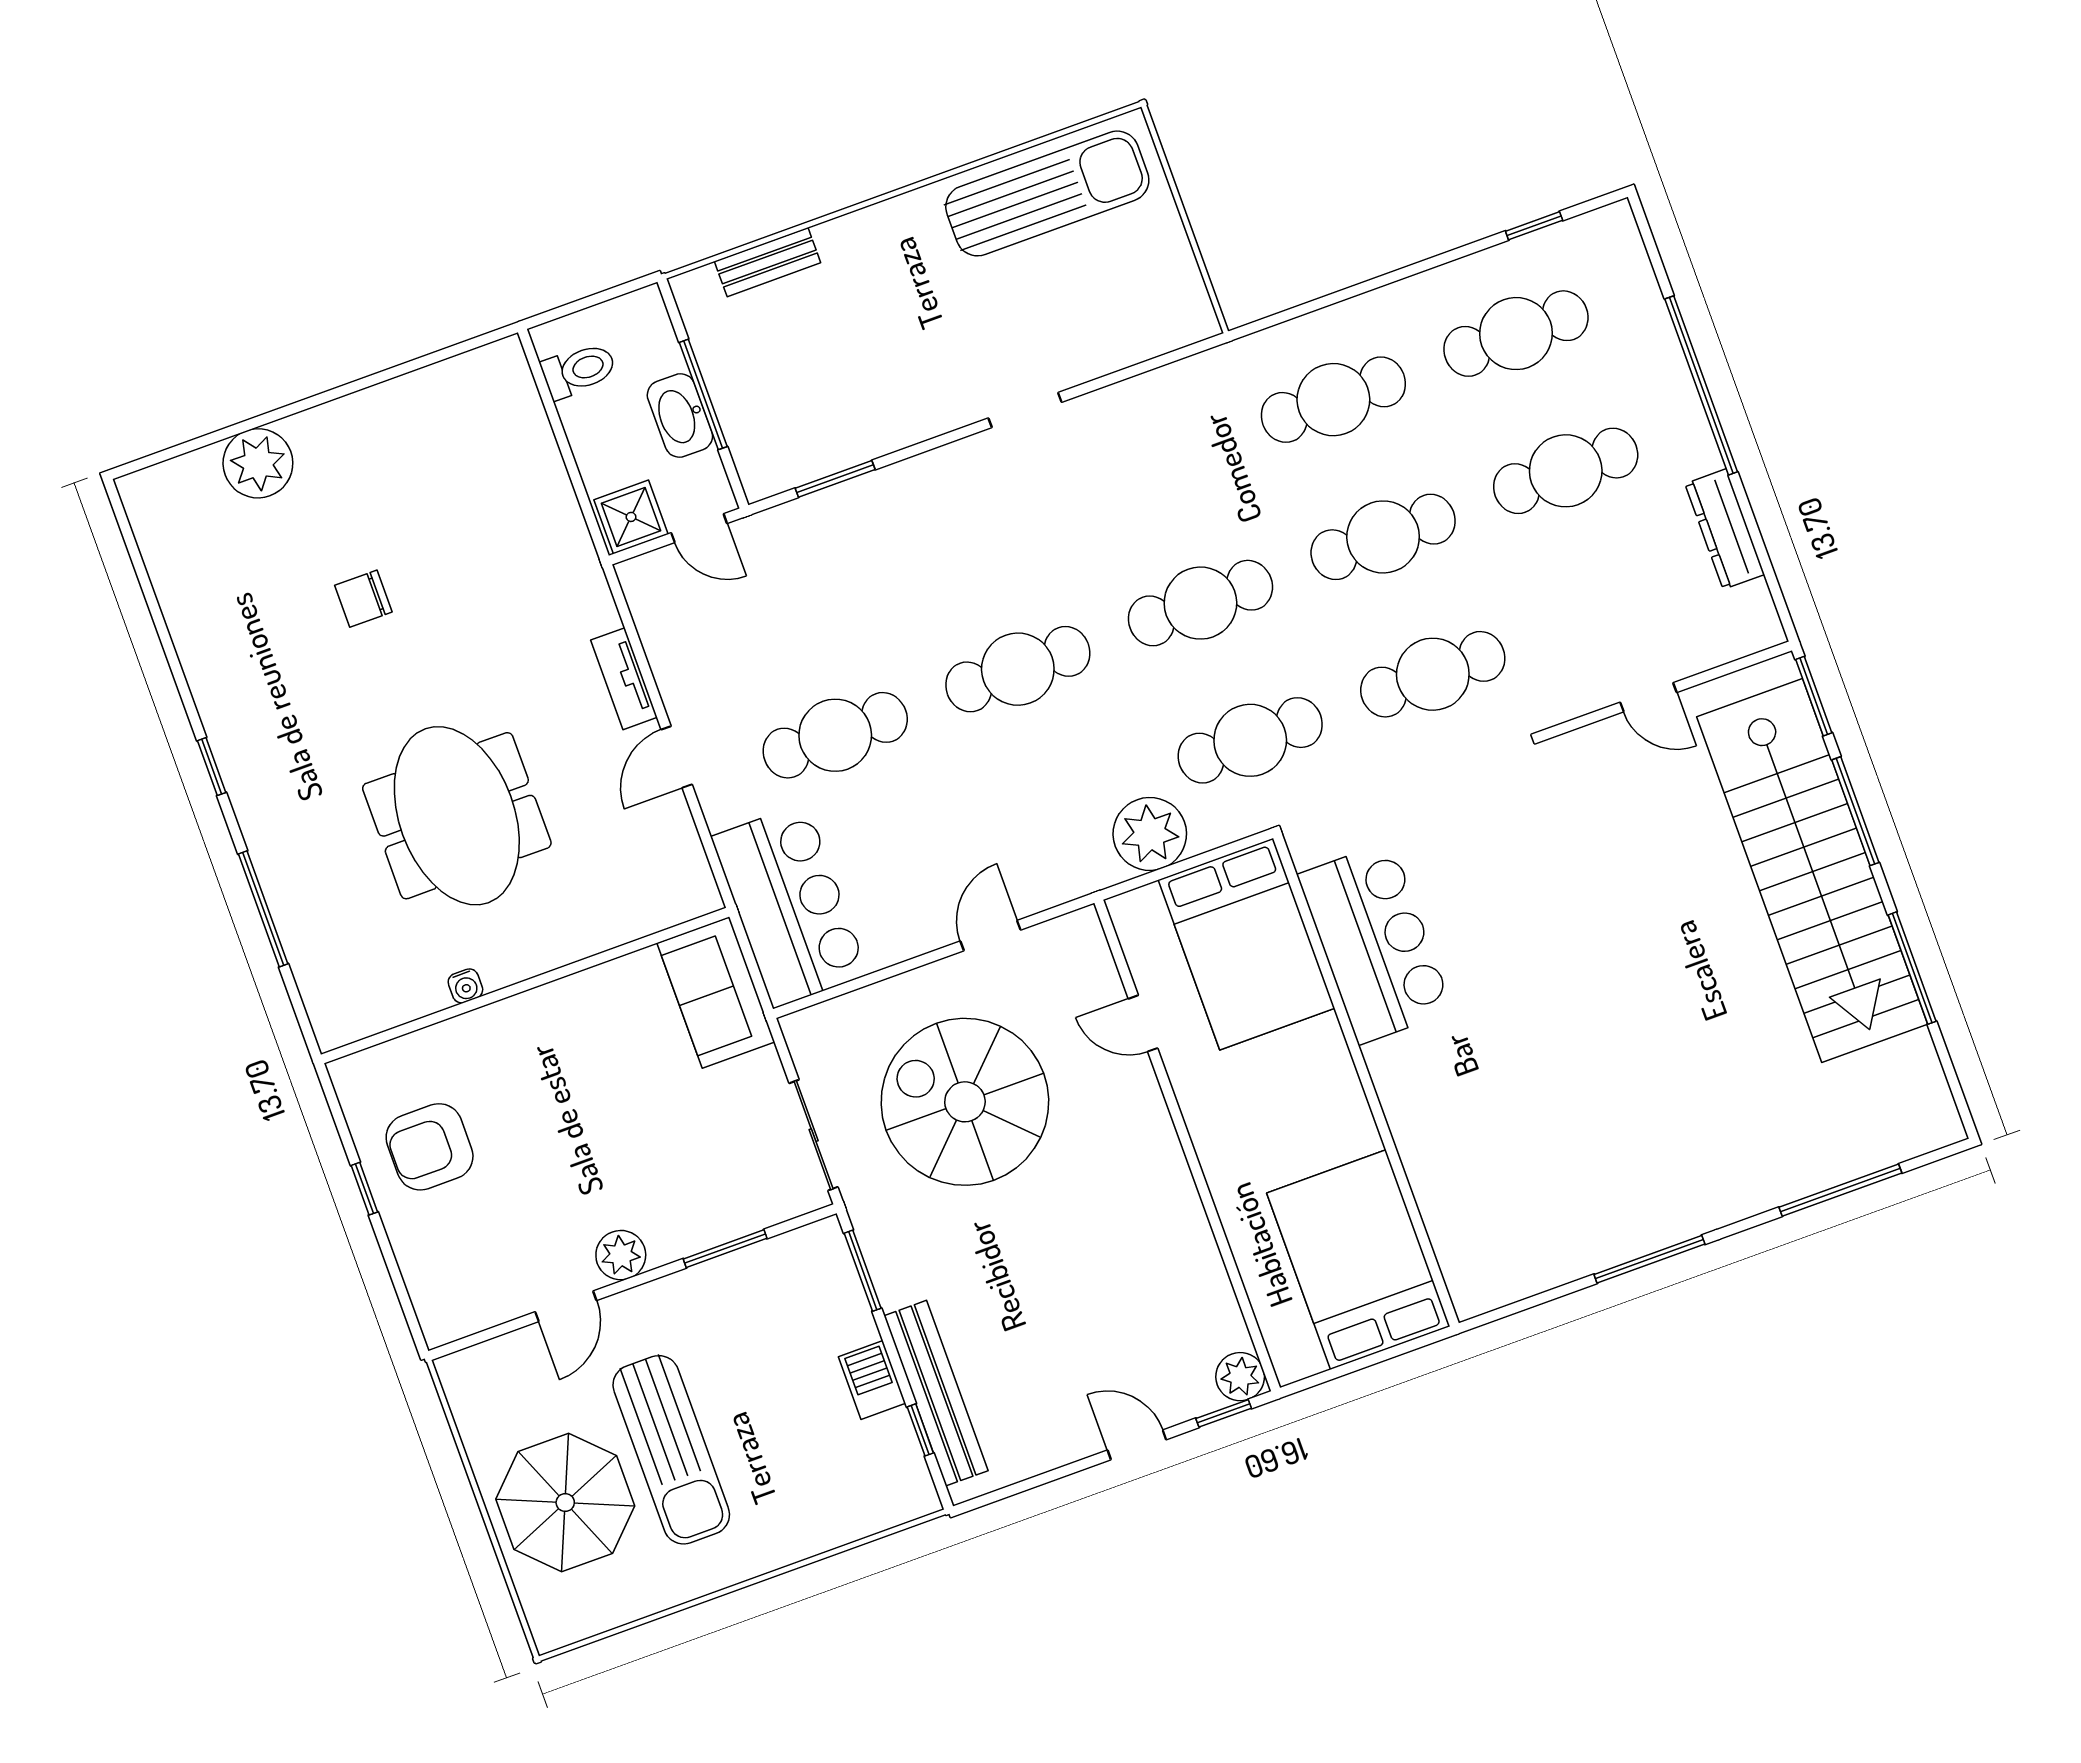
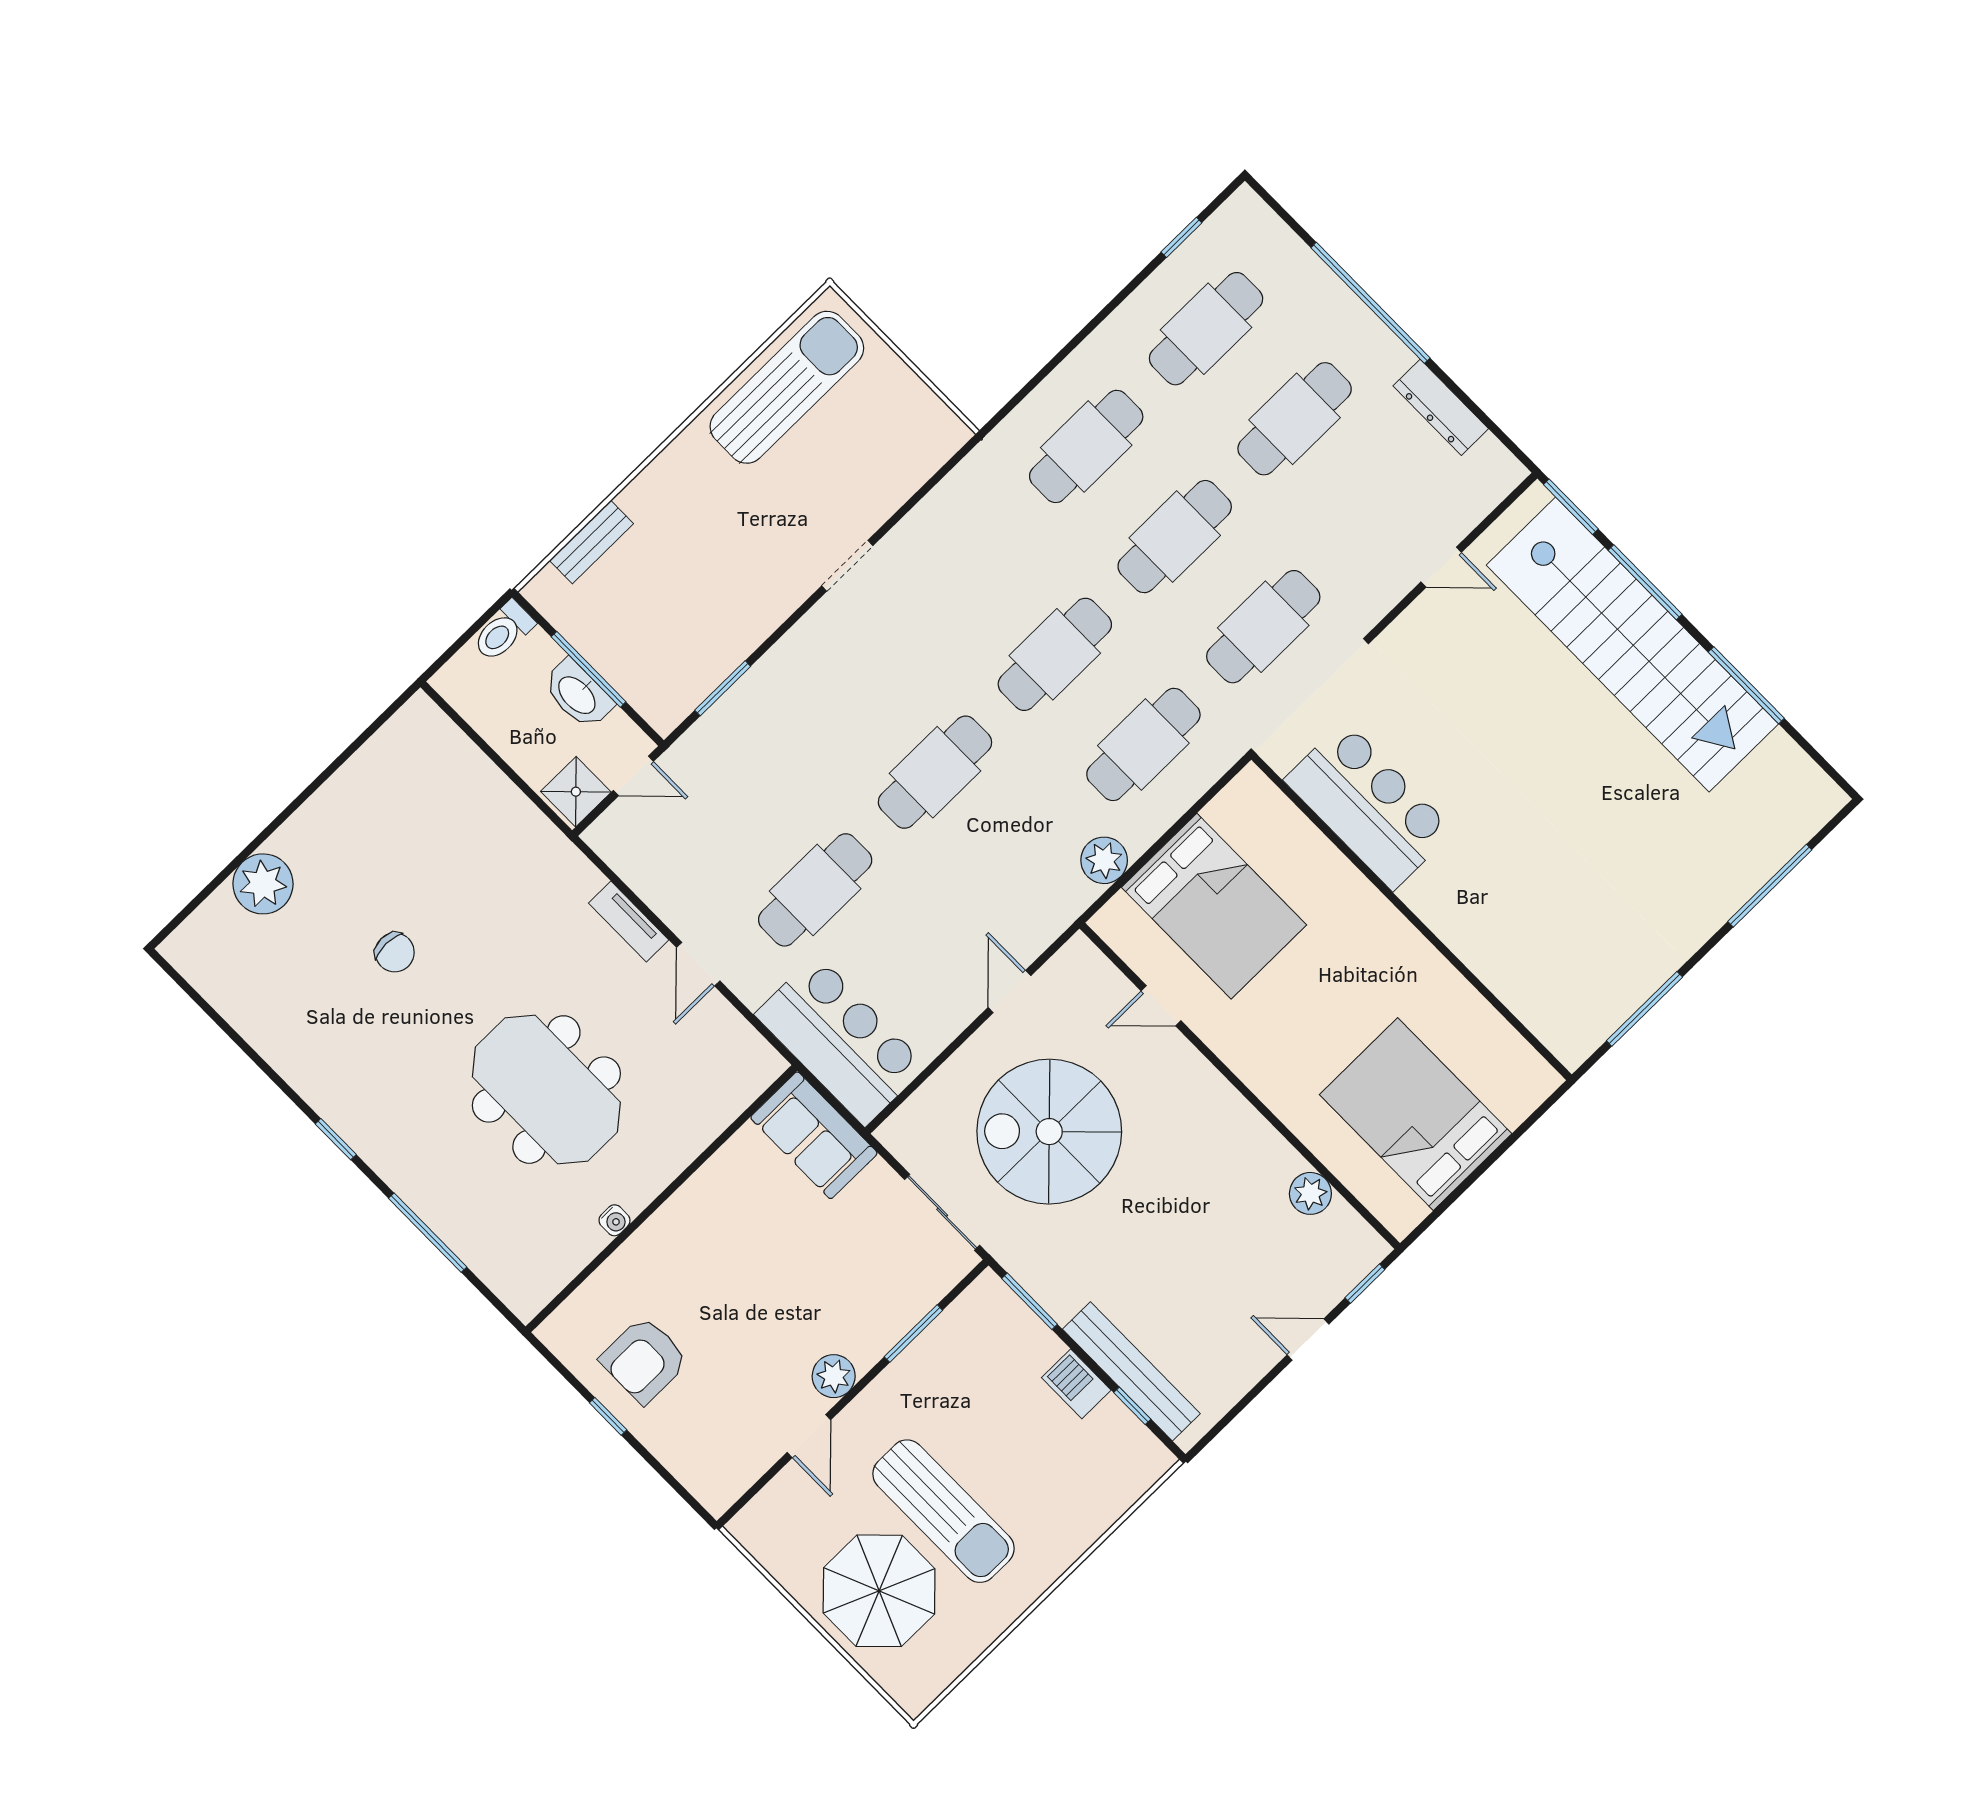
toilet: (579, 370) -> (503, 631), moved, turned 180
chair: (363, 599) -> (395, 952), turned -90
plant: (1150, 834) -> (1104, 860), width x0.73, depth x0.73
bar counter: (1375, 943) -> (1369, 805), moved
wall: (1366, 1081) -> (1412, 917), moved
plant: (1240, 1377) -> (1310, 1193), moved

